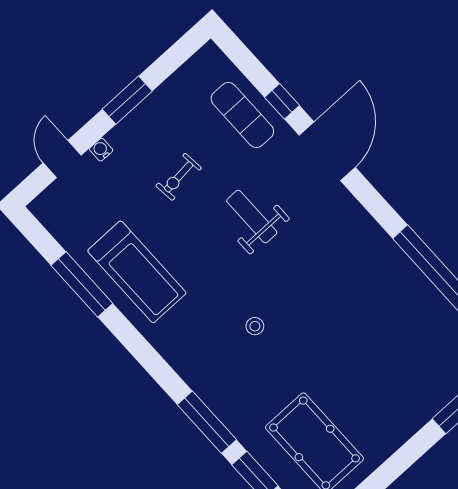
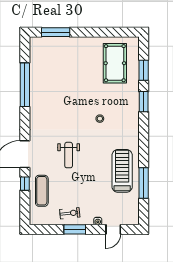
exercise bike: (179, 177) -> (70, 213), moved
window: (207, 422) -> (144, 102), width x0.69

